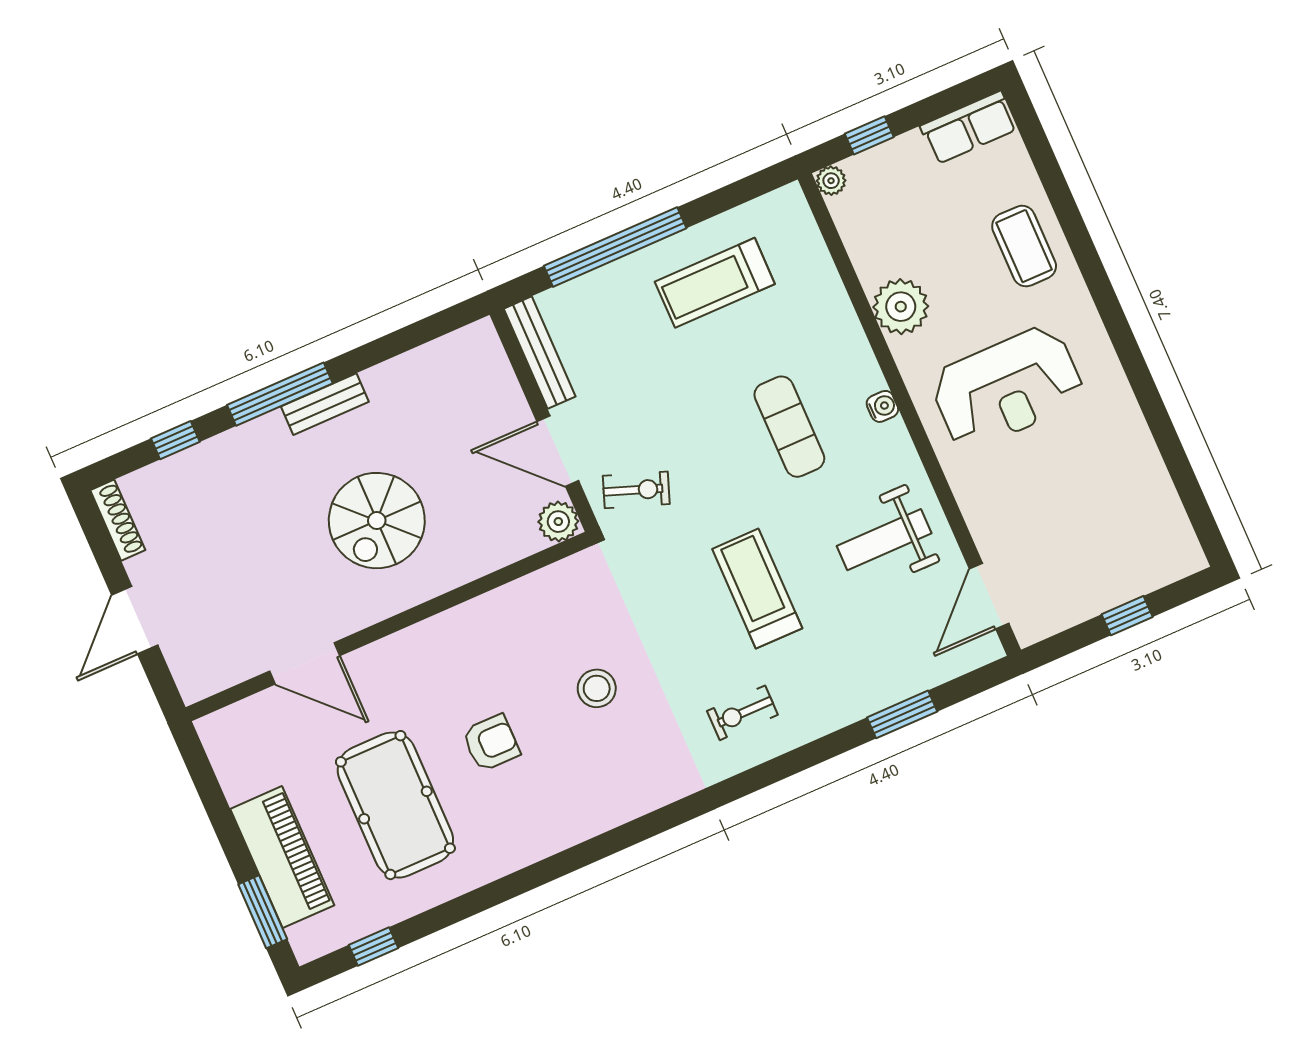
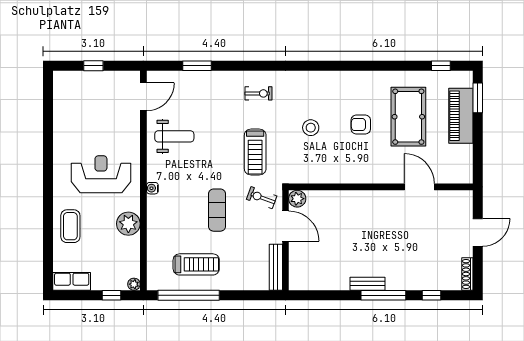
window: (615, 247) -> (189, 295), moved
exercise mat: (789, 427) -> (217, 210), moved
spiral stairs: (377, 521) -> (367, 230), removed
treadmill: (757, 589) -> (255, 152), moved

